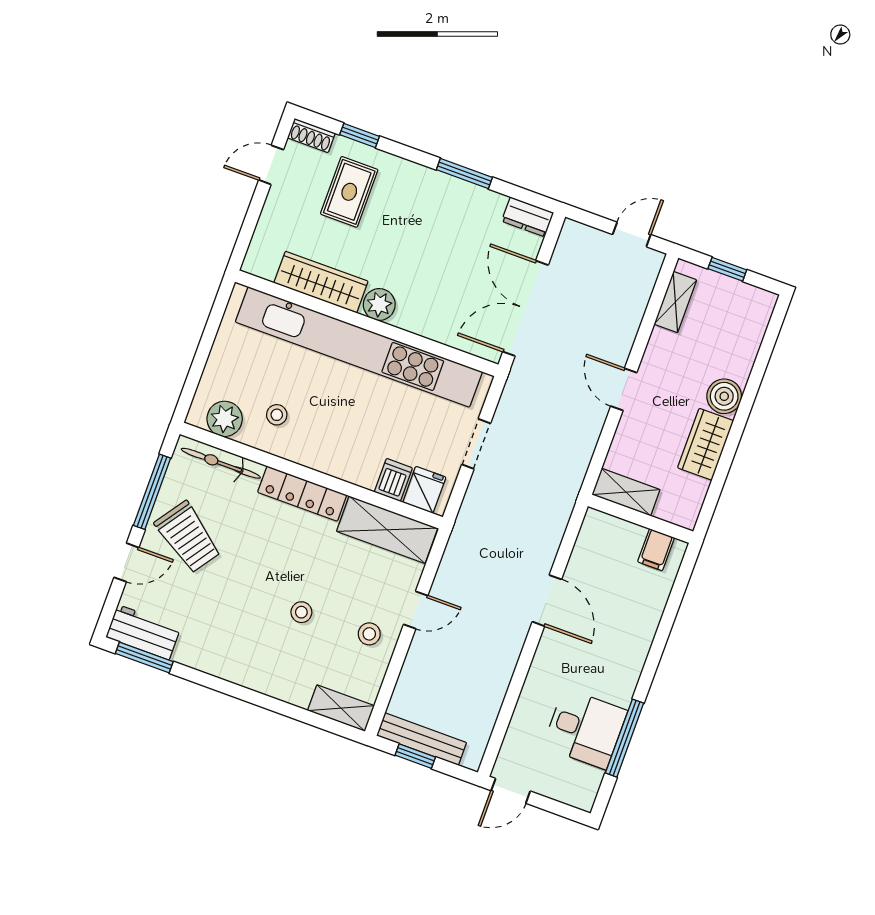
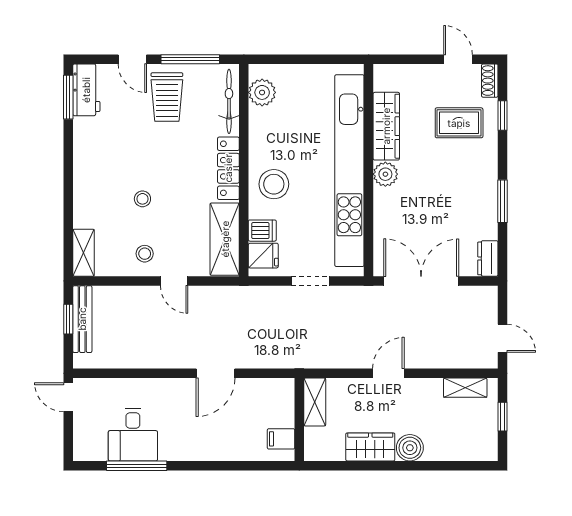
stool: (277, 415) -> (274, 184), moved, width x1.89, depth x1.89
trolley: (188, 537) -> (167, 97), turned -35

